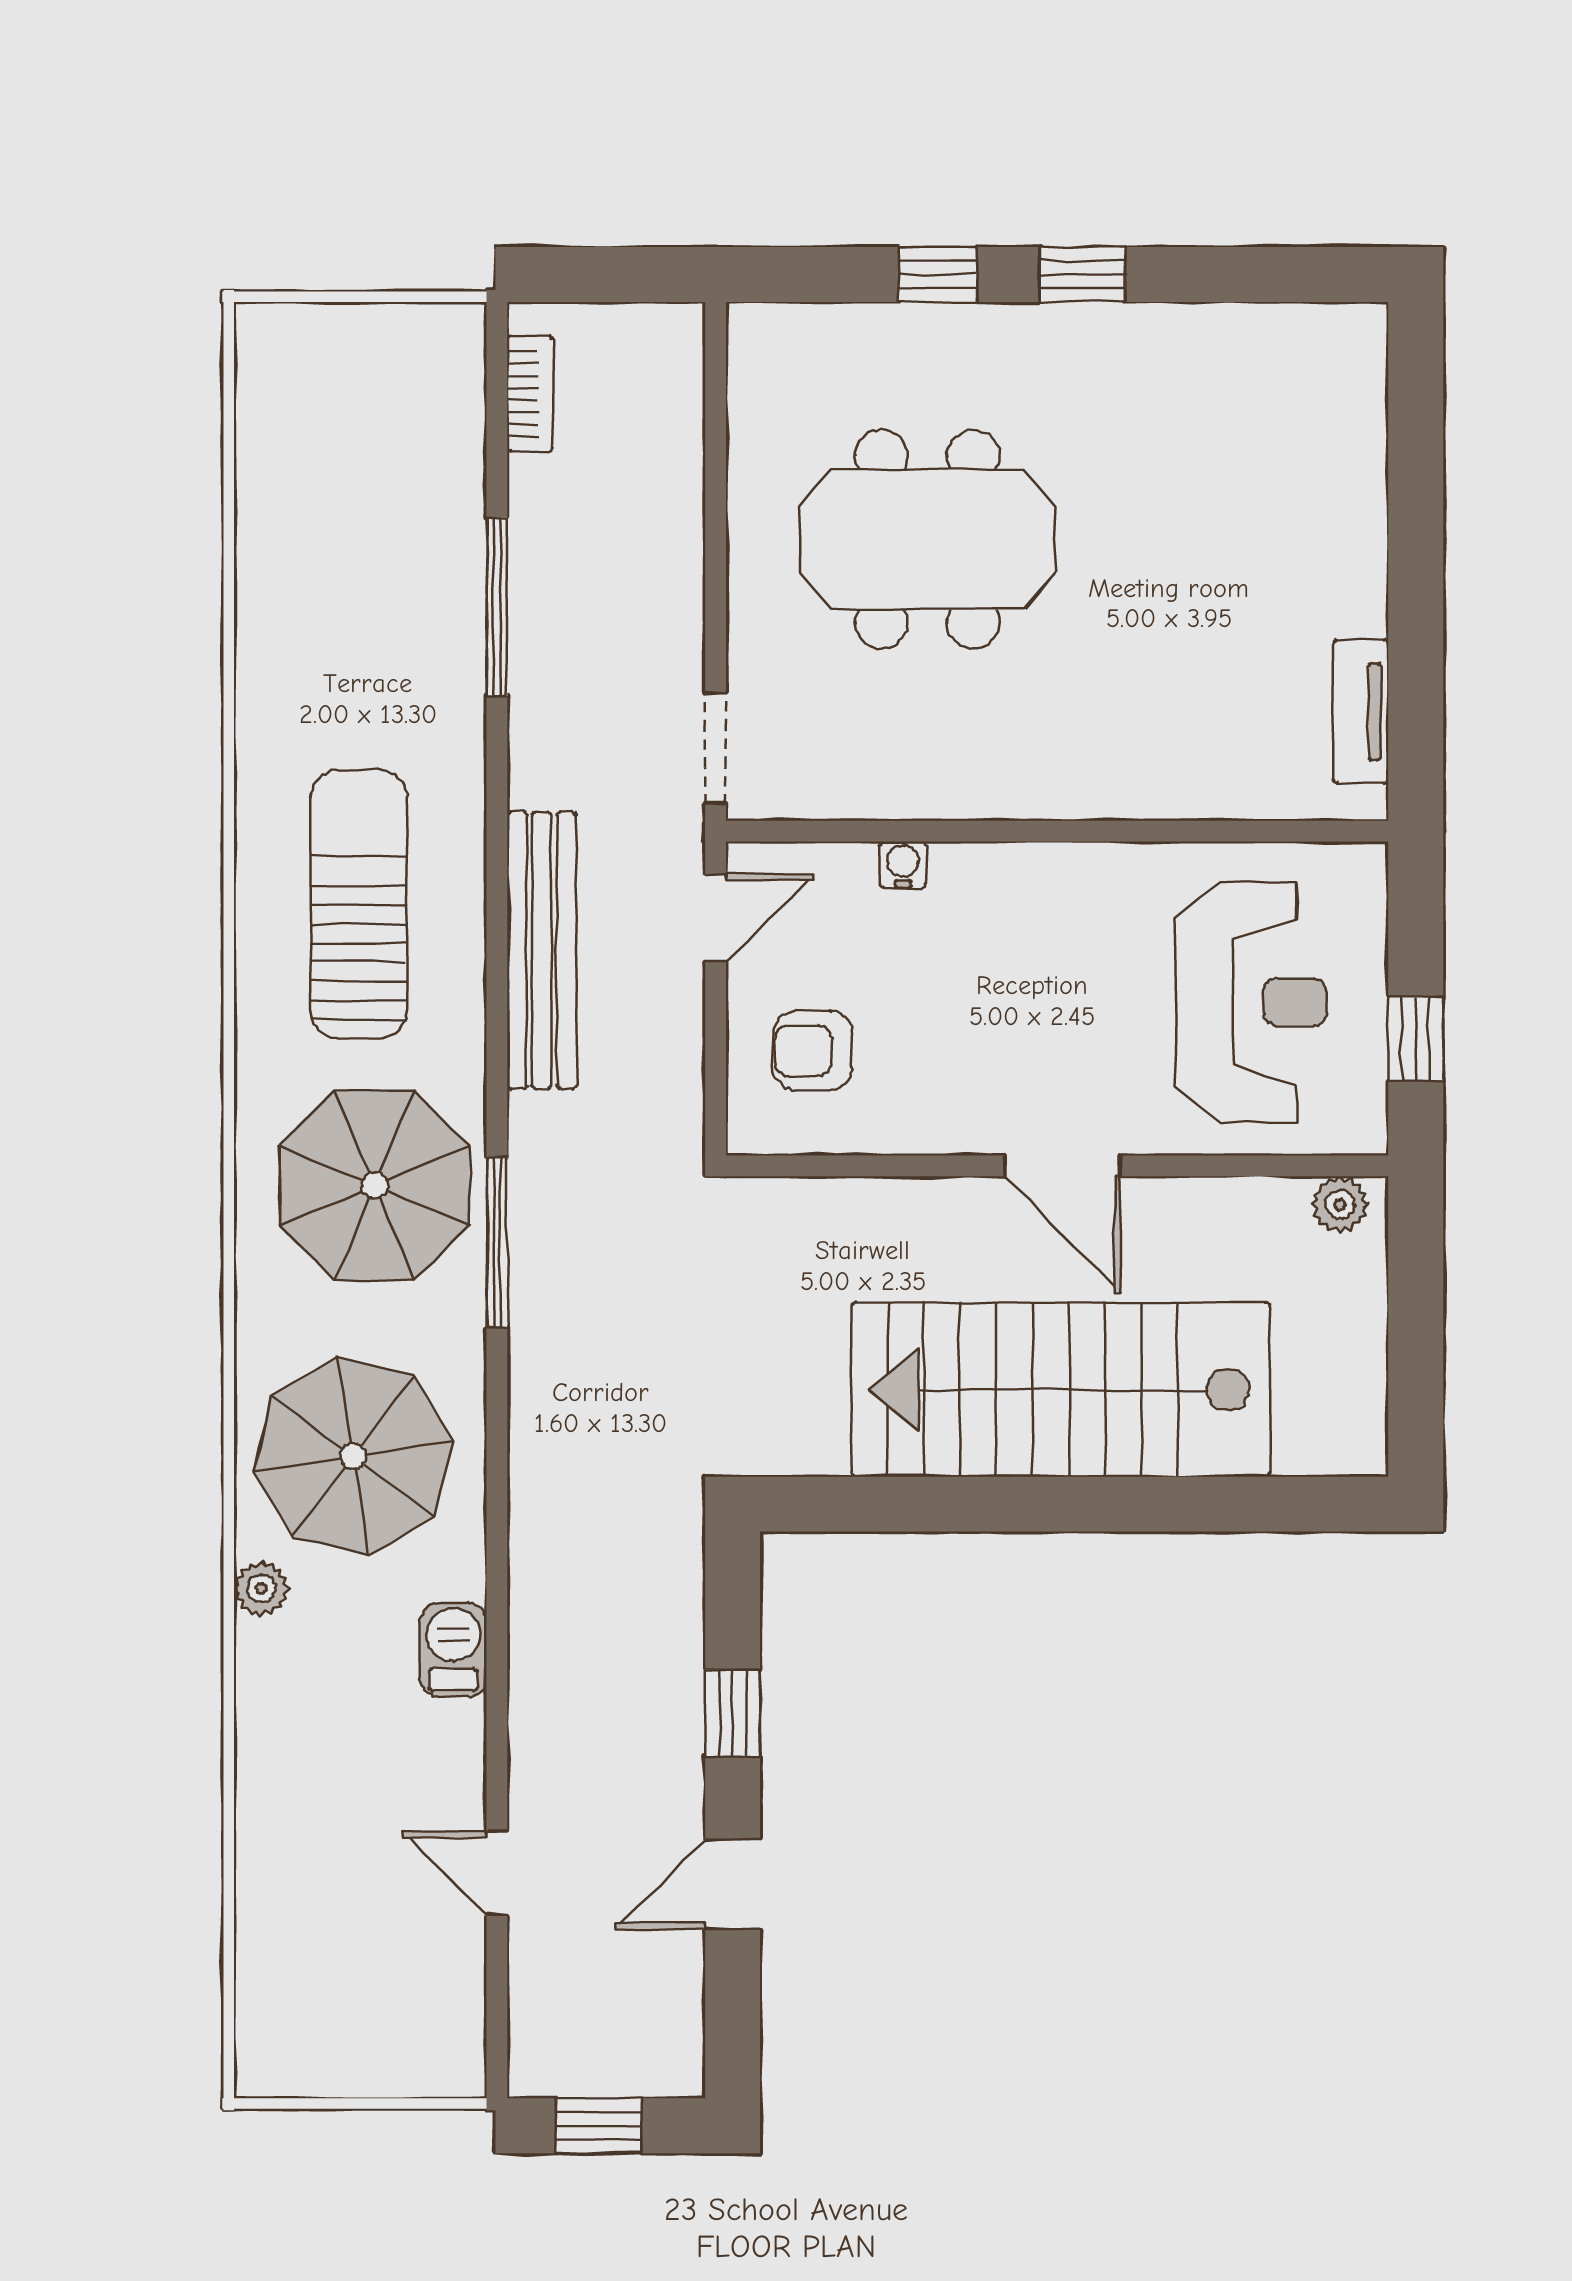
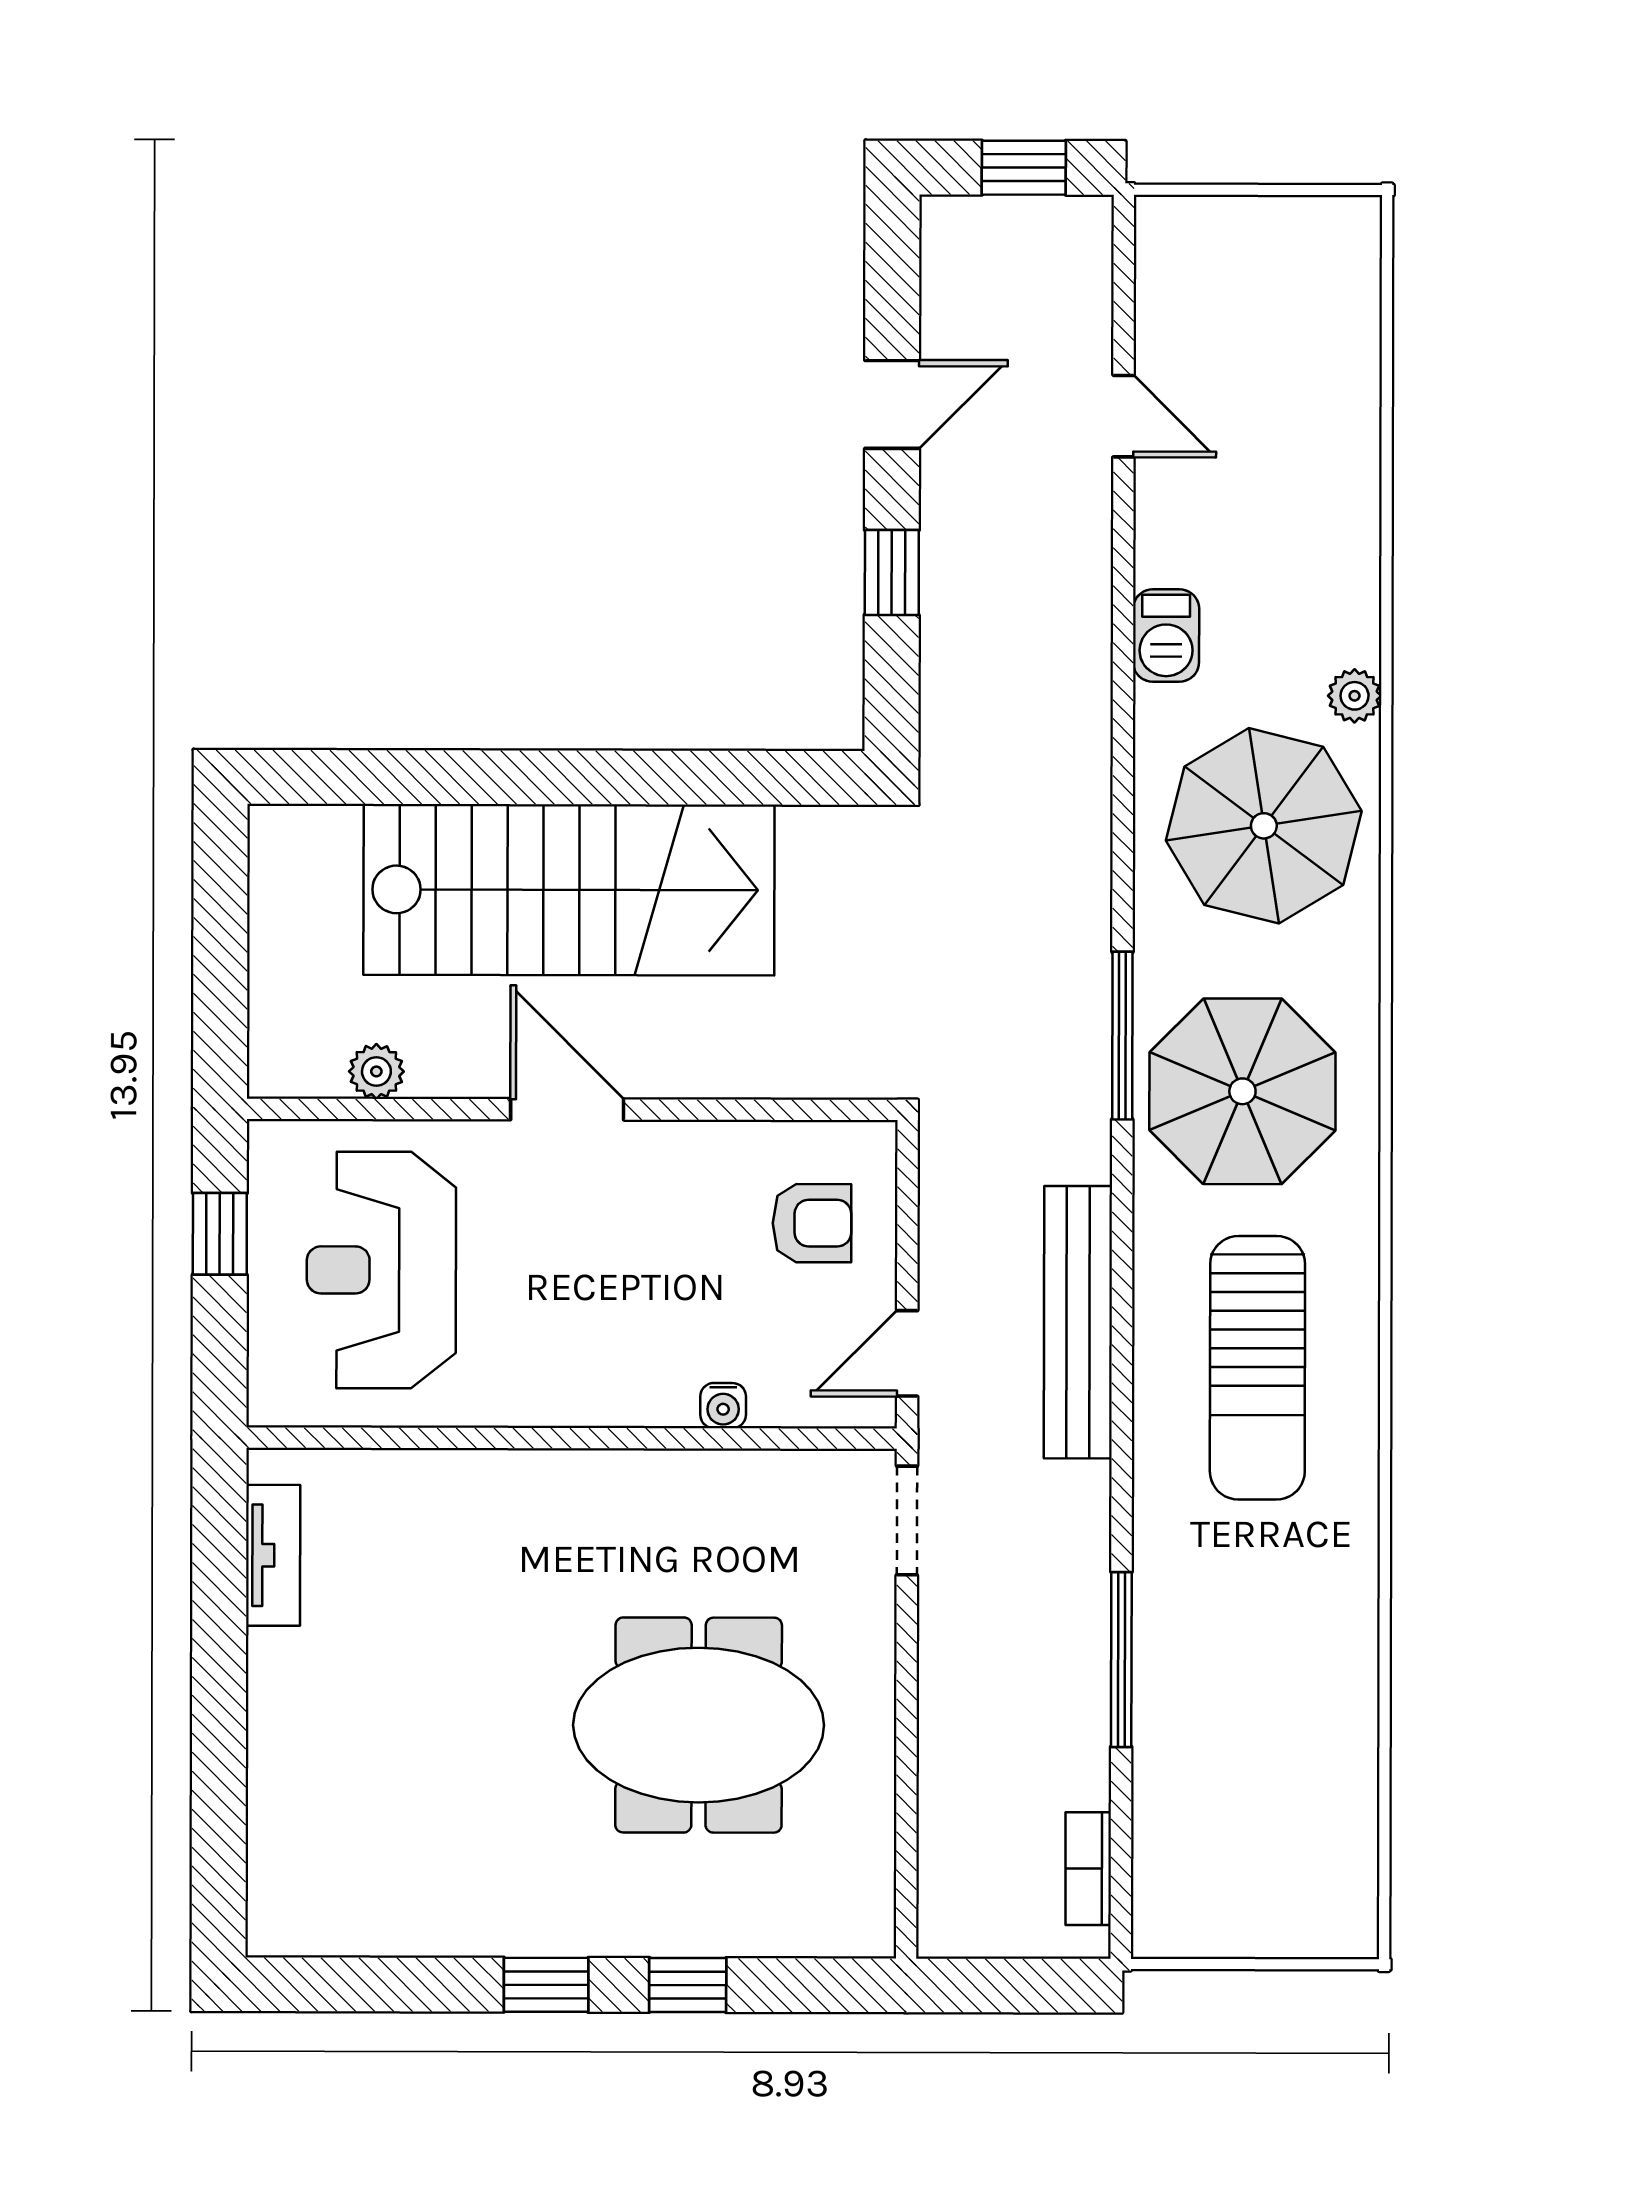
plant: (1340, 1204) -> (376, 1071), moved

